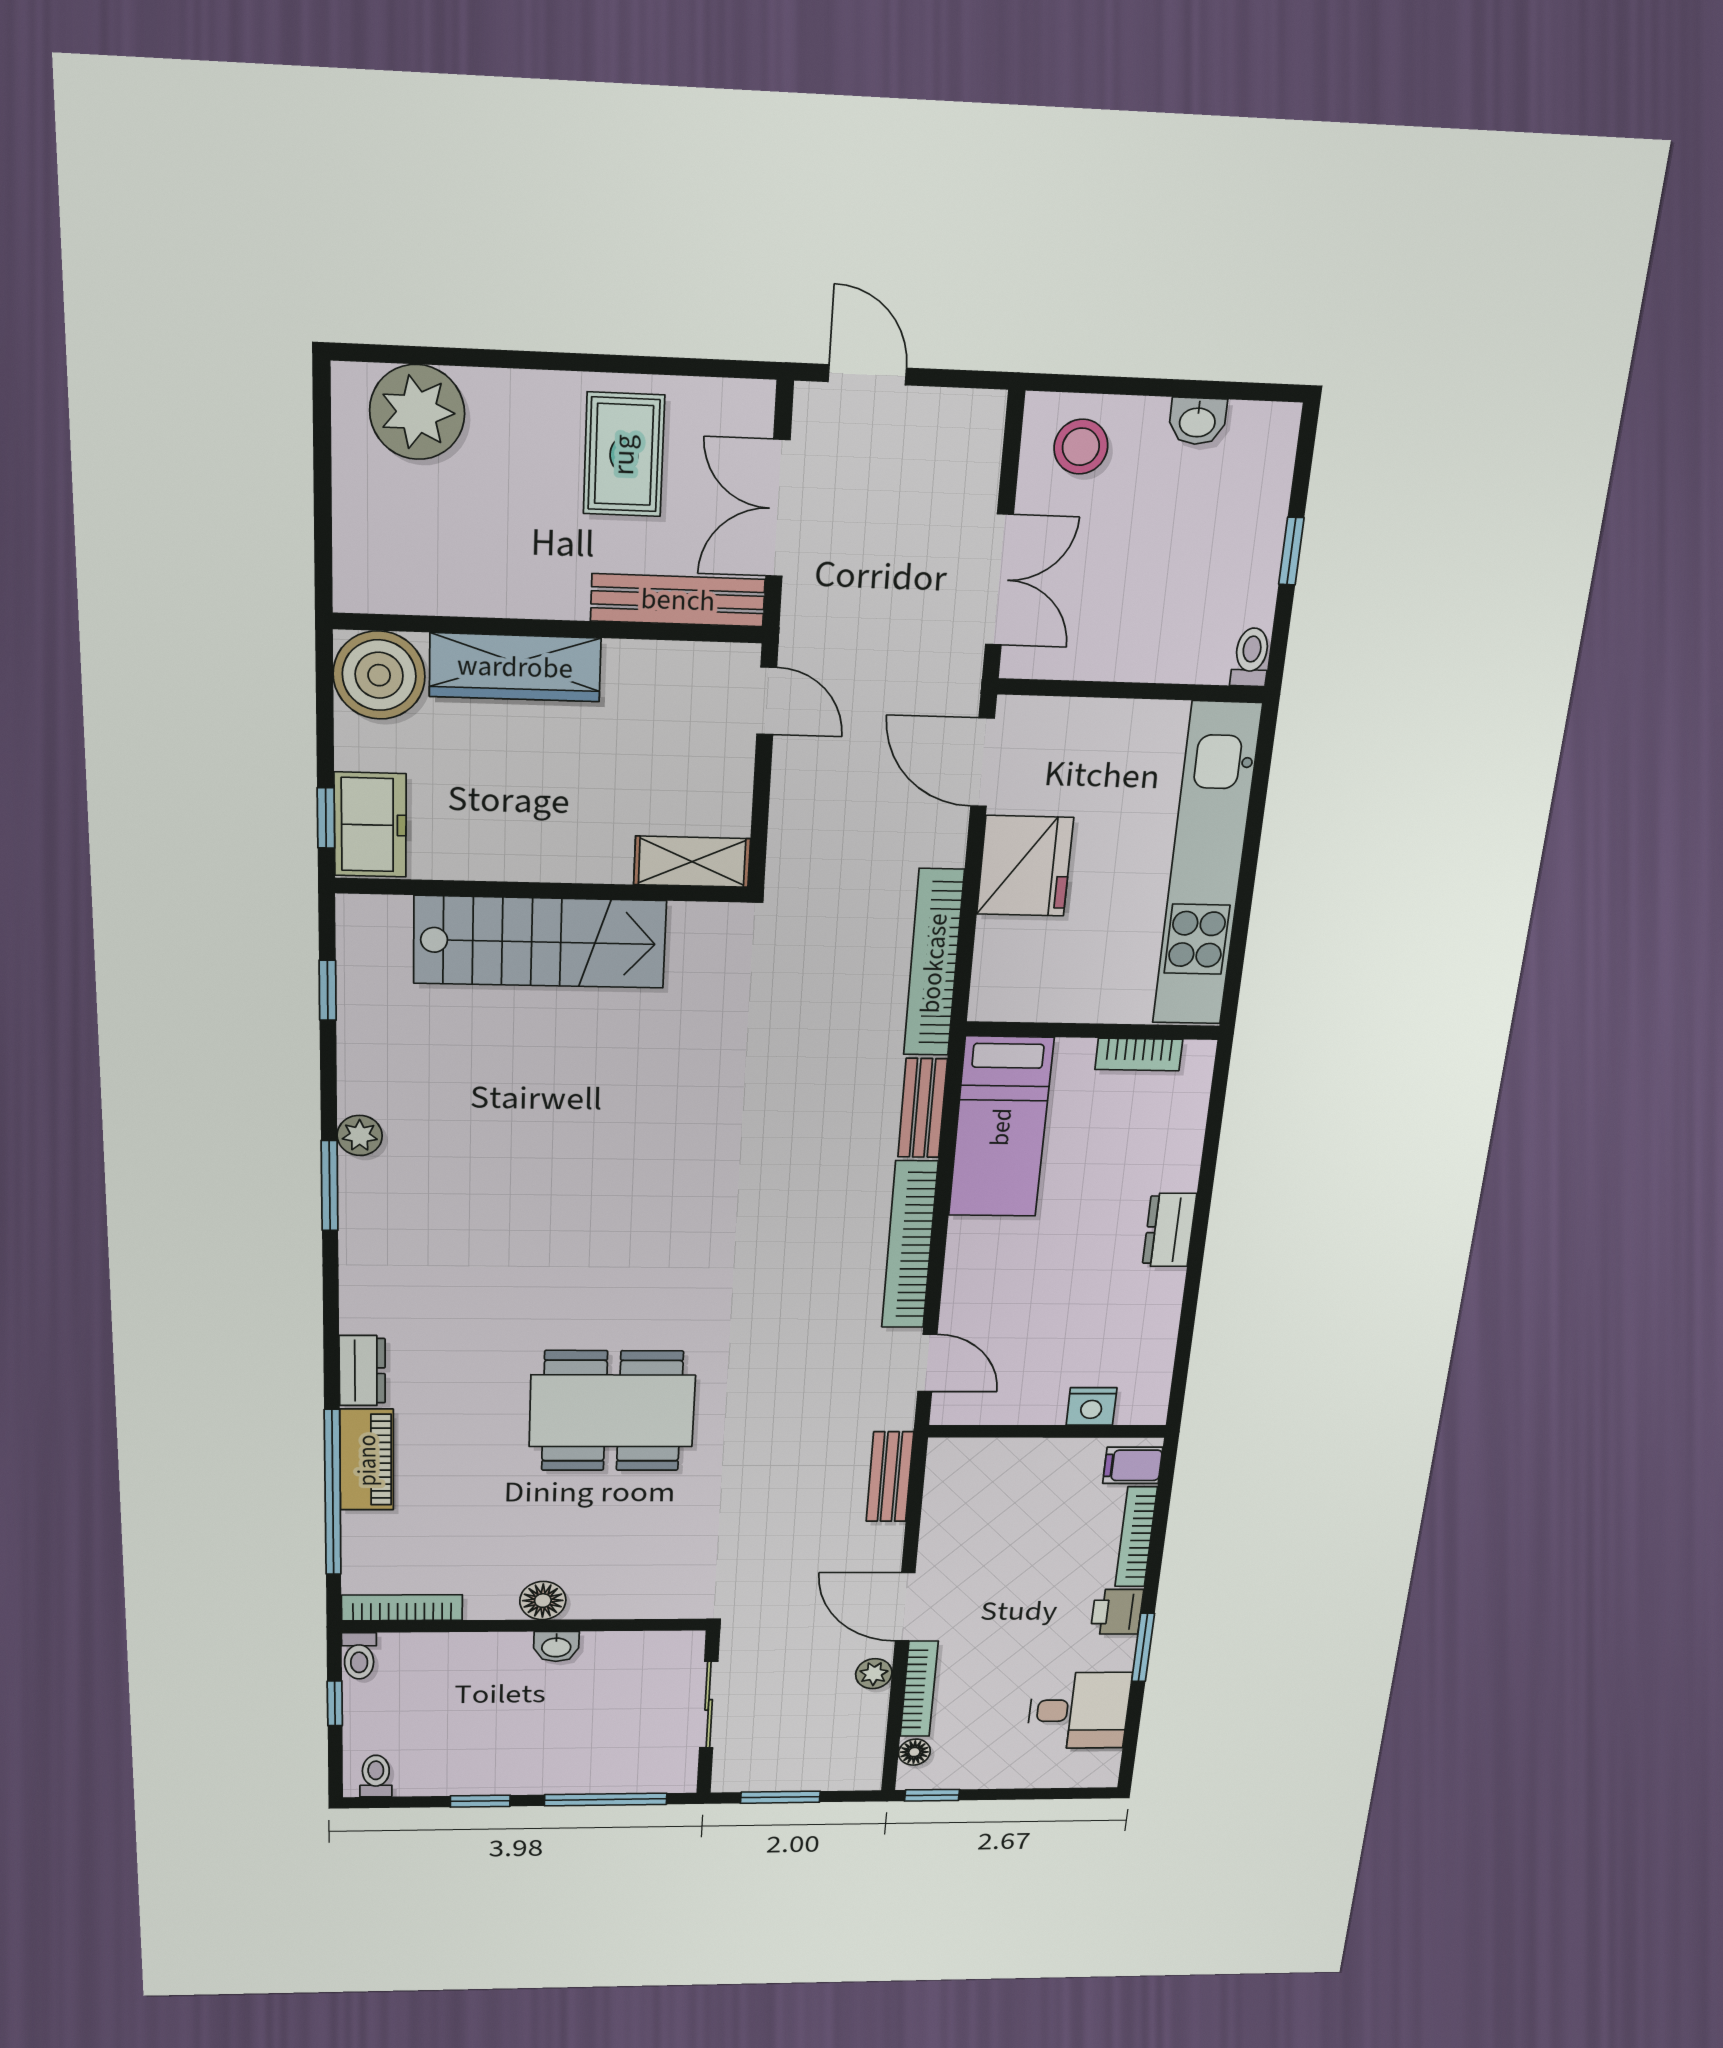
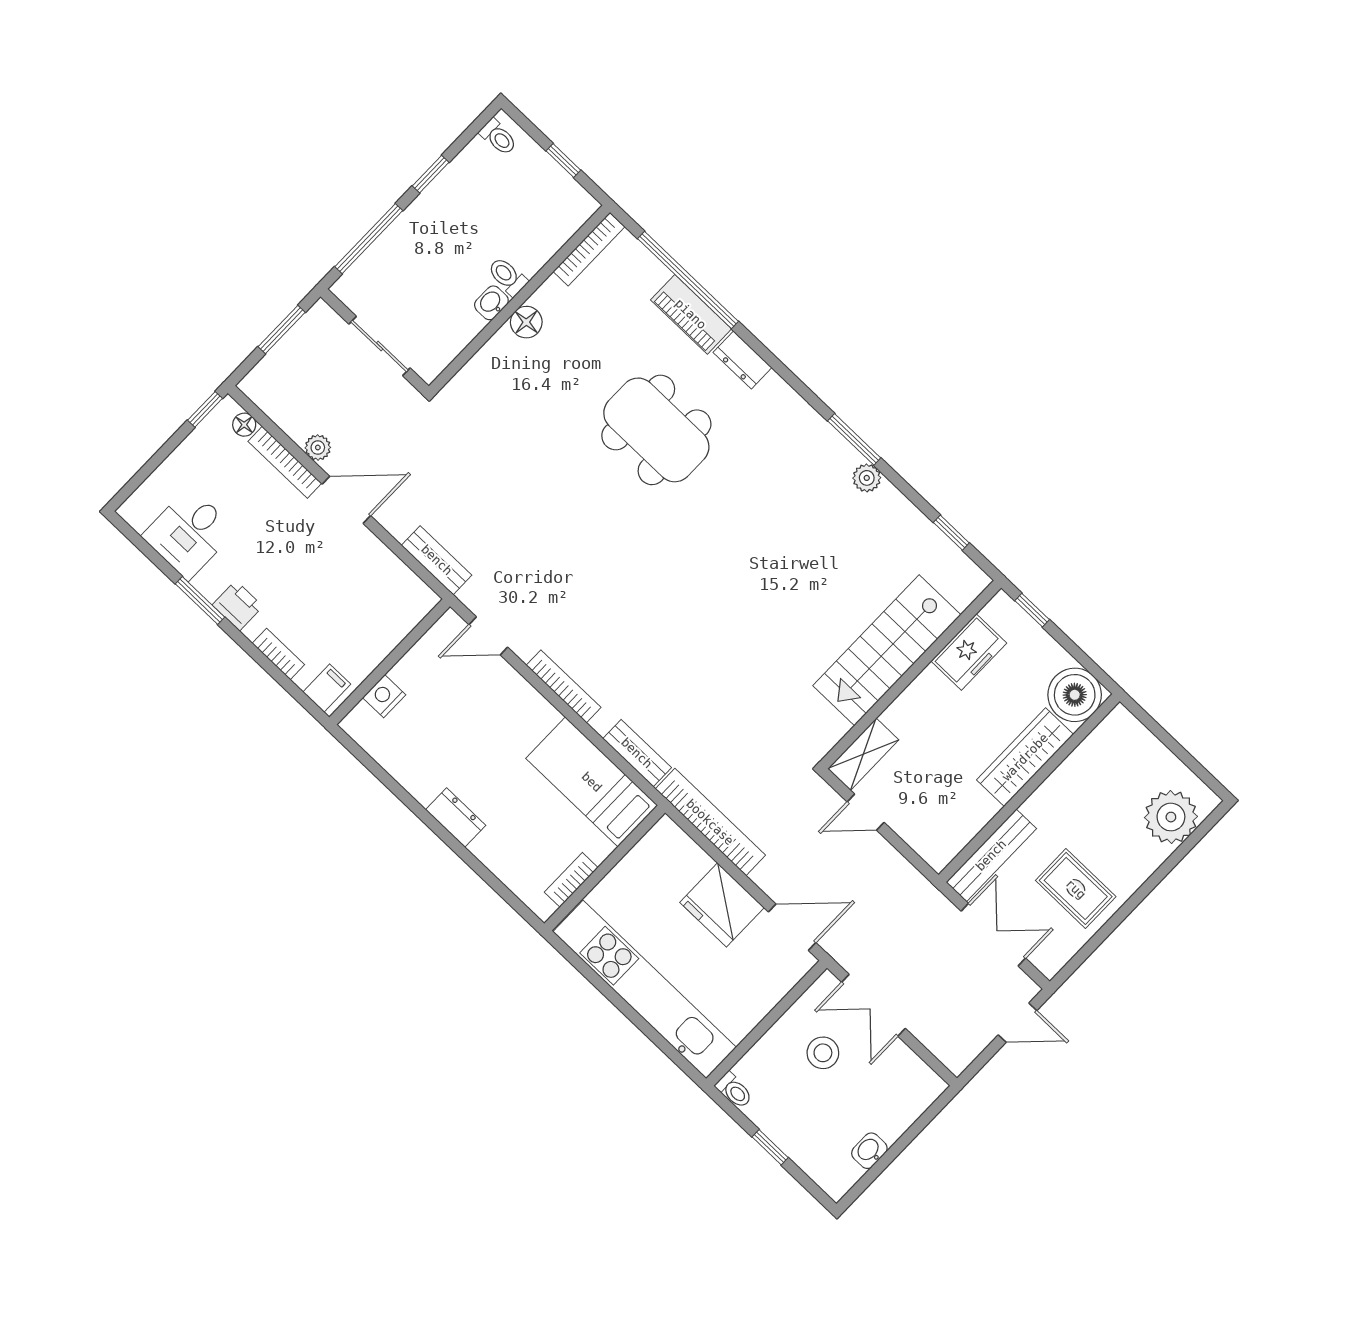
stool: (1081, 447) -> (823, 1053), moved
door: (767, 701) -> (866, 812), moved
freezer: (370, 825) -> (969, 652), moved, turned -90
bookcase: (910, 1245) -> (564, 686), width x0.68, depth x0.76
dining table: (612, 1411) -> (656, 430), moved, turned 90
bookcase: (1136, 1537) -> (278, 654), width x0.64
toilet: (359, 1656) -> (507, 276), moved

